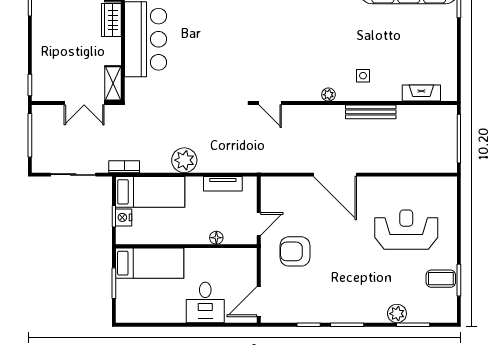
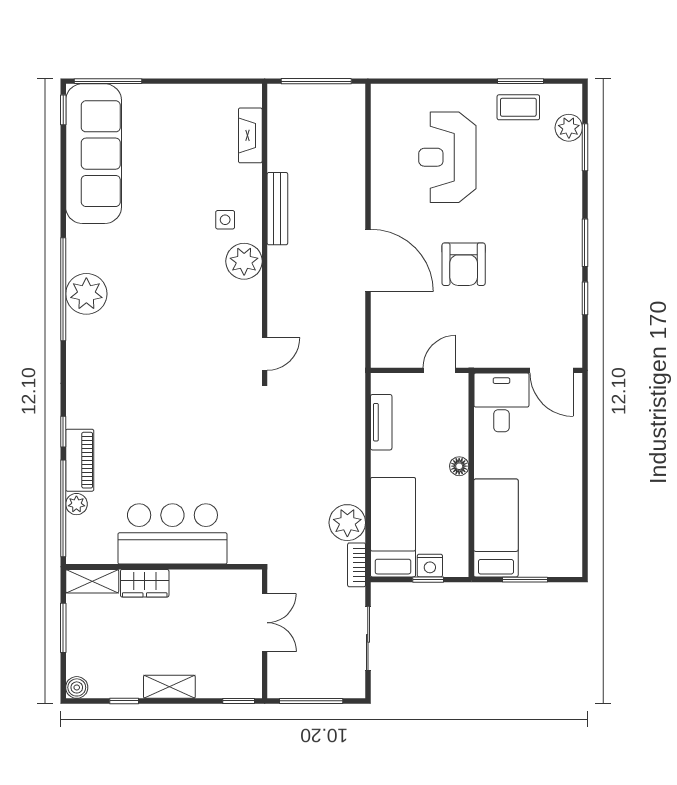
shelving: (113, 83) -> (169, 687), moved
plant: (328, 95) -> (244, 261), width x1.87, depth x1.87
plant: (184, 160) -> (347, 523), moved
door: (335, 175) -> (368, 260), hinge flipped
door: (259, 224) -> (439, 370), hinge flipped
floor lamp: (216, 238) -> (459, 466), moved
armchair: (295, 251) -> (464, 264), moved
coffee table: (441, 279) -> (518, 107), turned 90
desk: (205, 303) -> (501, 402), moved, turned -90
plant: (397, 314) -> (569, 128), moved

